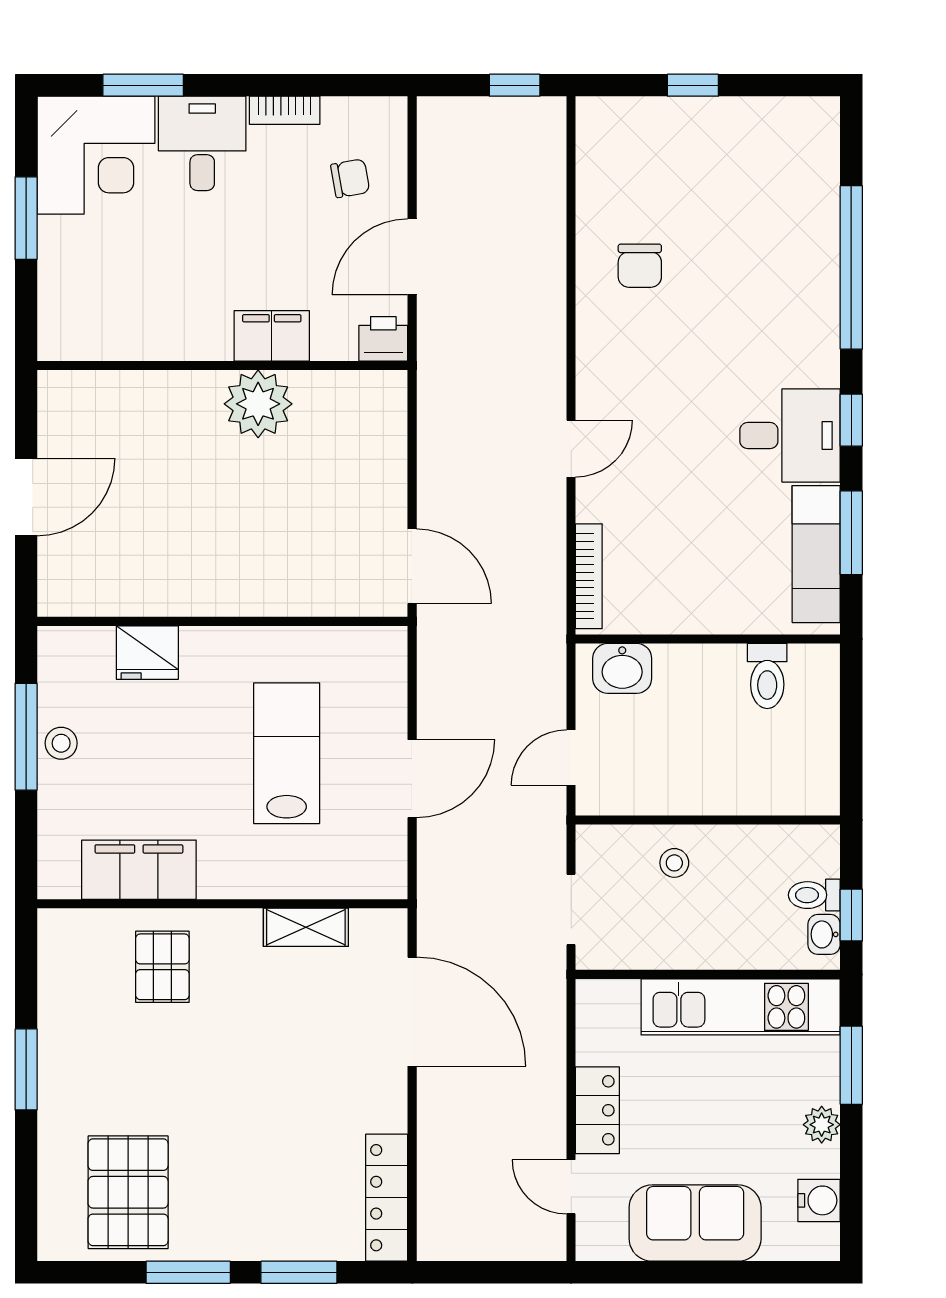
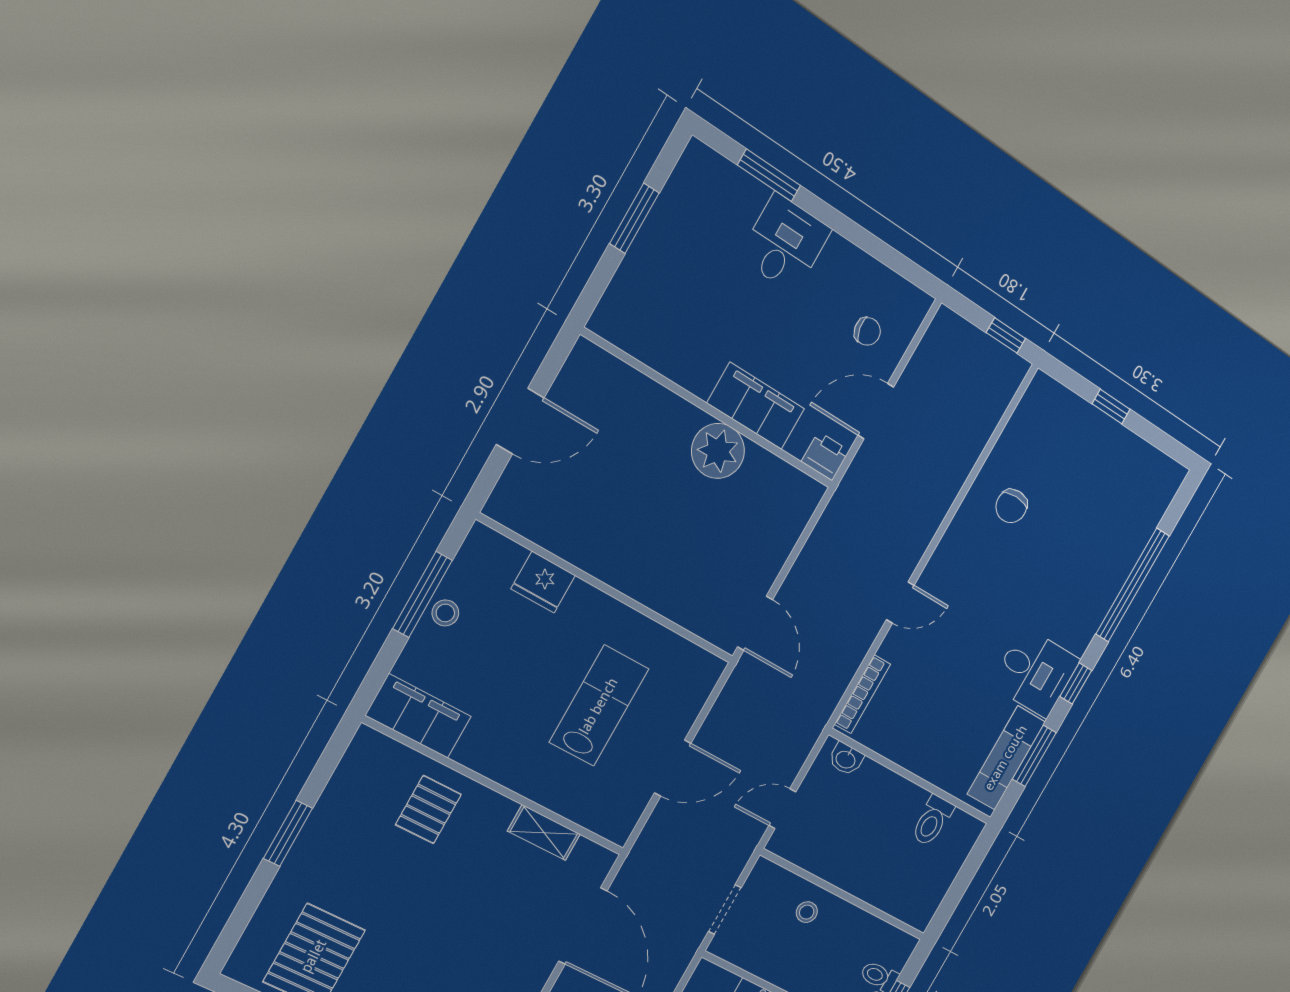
bookcase: (285, 110) -> (852, 256), removed
corner desk: (96, 155) -> (709, 204), removed
filing cabinet: (272, 336) -> (756, 406), width x1.50, depth x1.17
washbasin: (622, 668) -> (846, 759), width x0.72, depth x0.69
filing cabinet: (139, 870) -> (418, 716), moved

